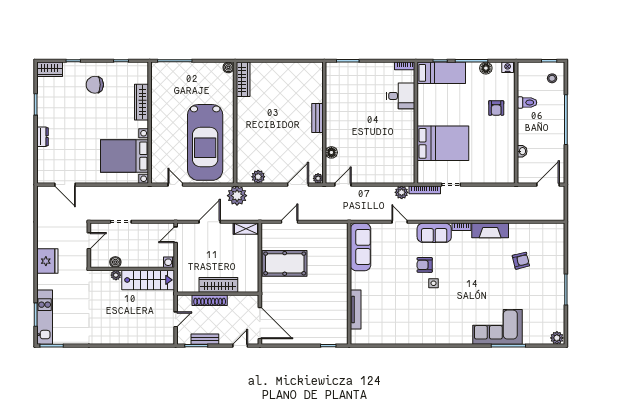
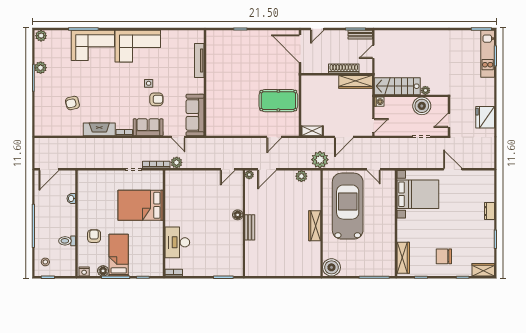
boiler: (228, 67) -> (331, 267), width x1.86, depth x1.86
bed: (441, 73) -> (119, 255), moved, turned 90
wardrobe: (243, 79) -> (315, 226), moved
chair: (95, 85) -> (444, 256), turned 180
desk: (401, 96) -> (177, 242), width x1.37
wardrobe: (141, 102) -> (403, 258), moved
floor lamp: (331, 152) -> (238, 215), moved
door: (65, 185) -> (453, 169), moved
sofa: (360, 247) -> (195, 115), moved
fridge: (47, 261) -> (485, 117), moved
boiler: (115, 262) -> (422, 106), width x1.86, depth x1.86
wall: (349, 284) -> (205, 83), moved
wardrobe: (218, 285) -> (356, 82), moved
plant: (558, 301) -> (41, 68), added
tv unit: (356, 309) -> (199, 61), moved
corner sofa: (446, 326) -> (138, 46), added
bench: (205, 339) -> (360, 35), moved

